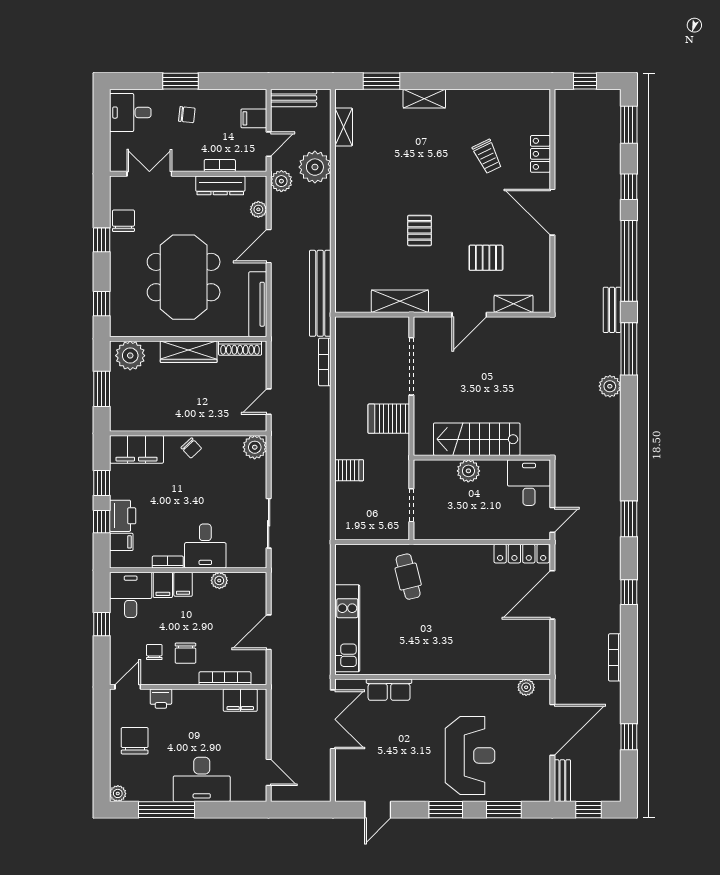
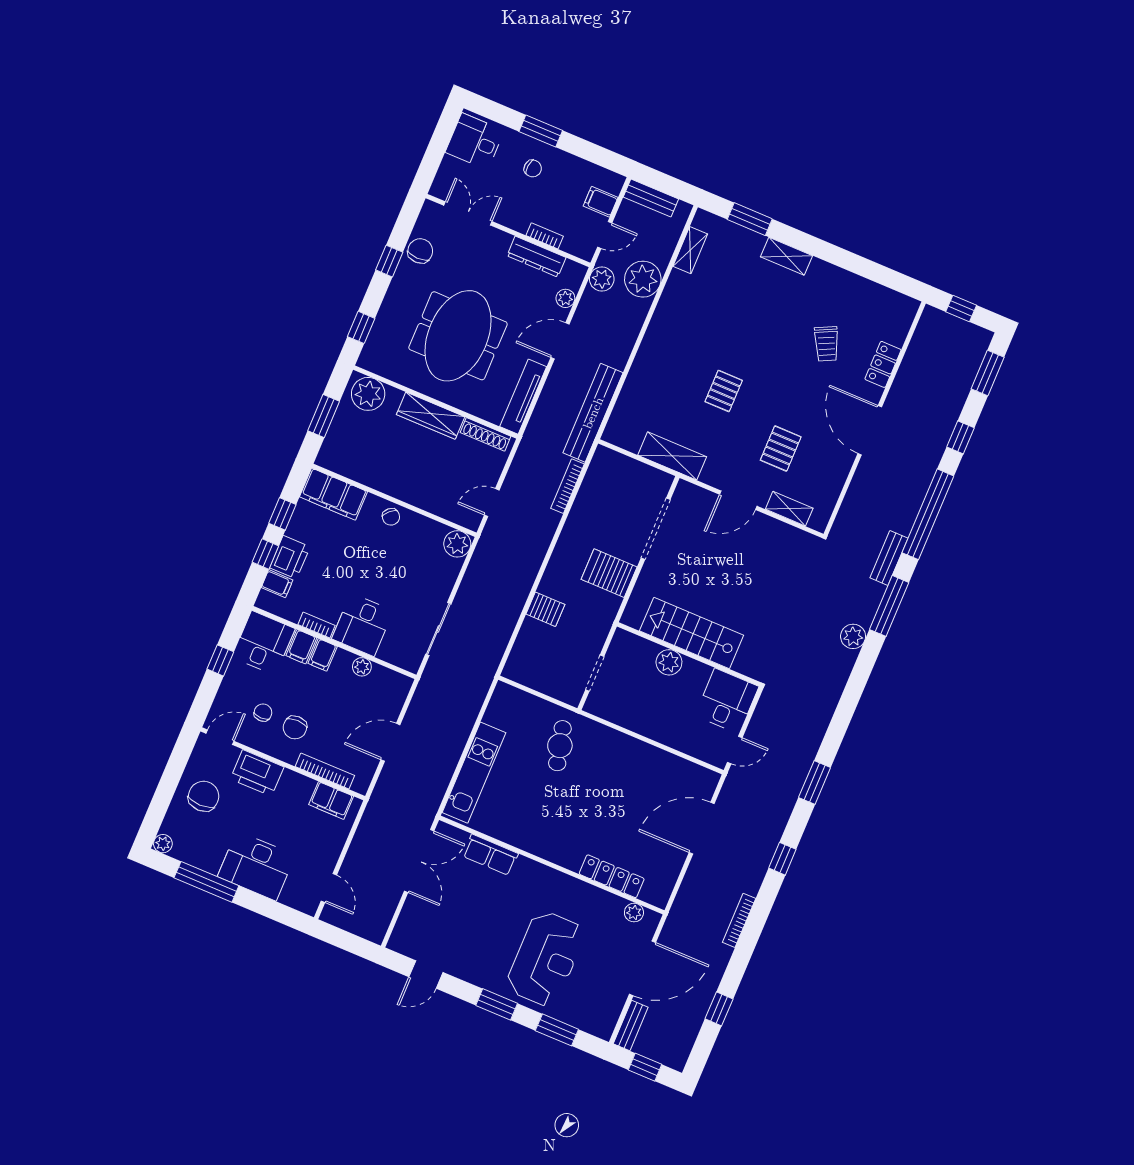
pallet: (486, 258) -> (781, 449), turned 90
locker: (522, 554) -> (612, 876), moved, turned 180
printer: (161, 699) -> (257, 773), width x1.87, depth x1.48

